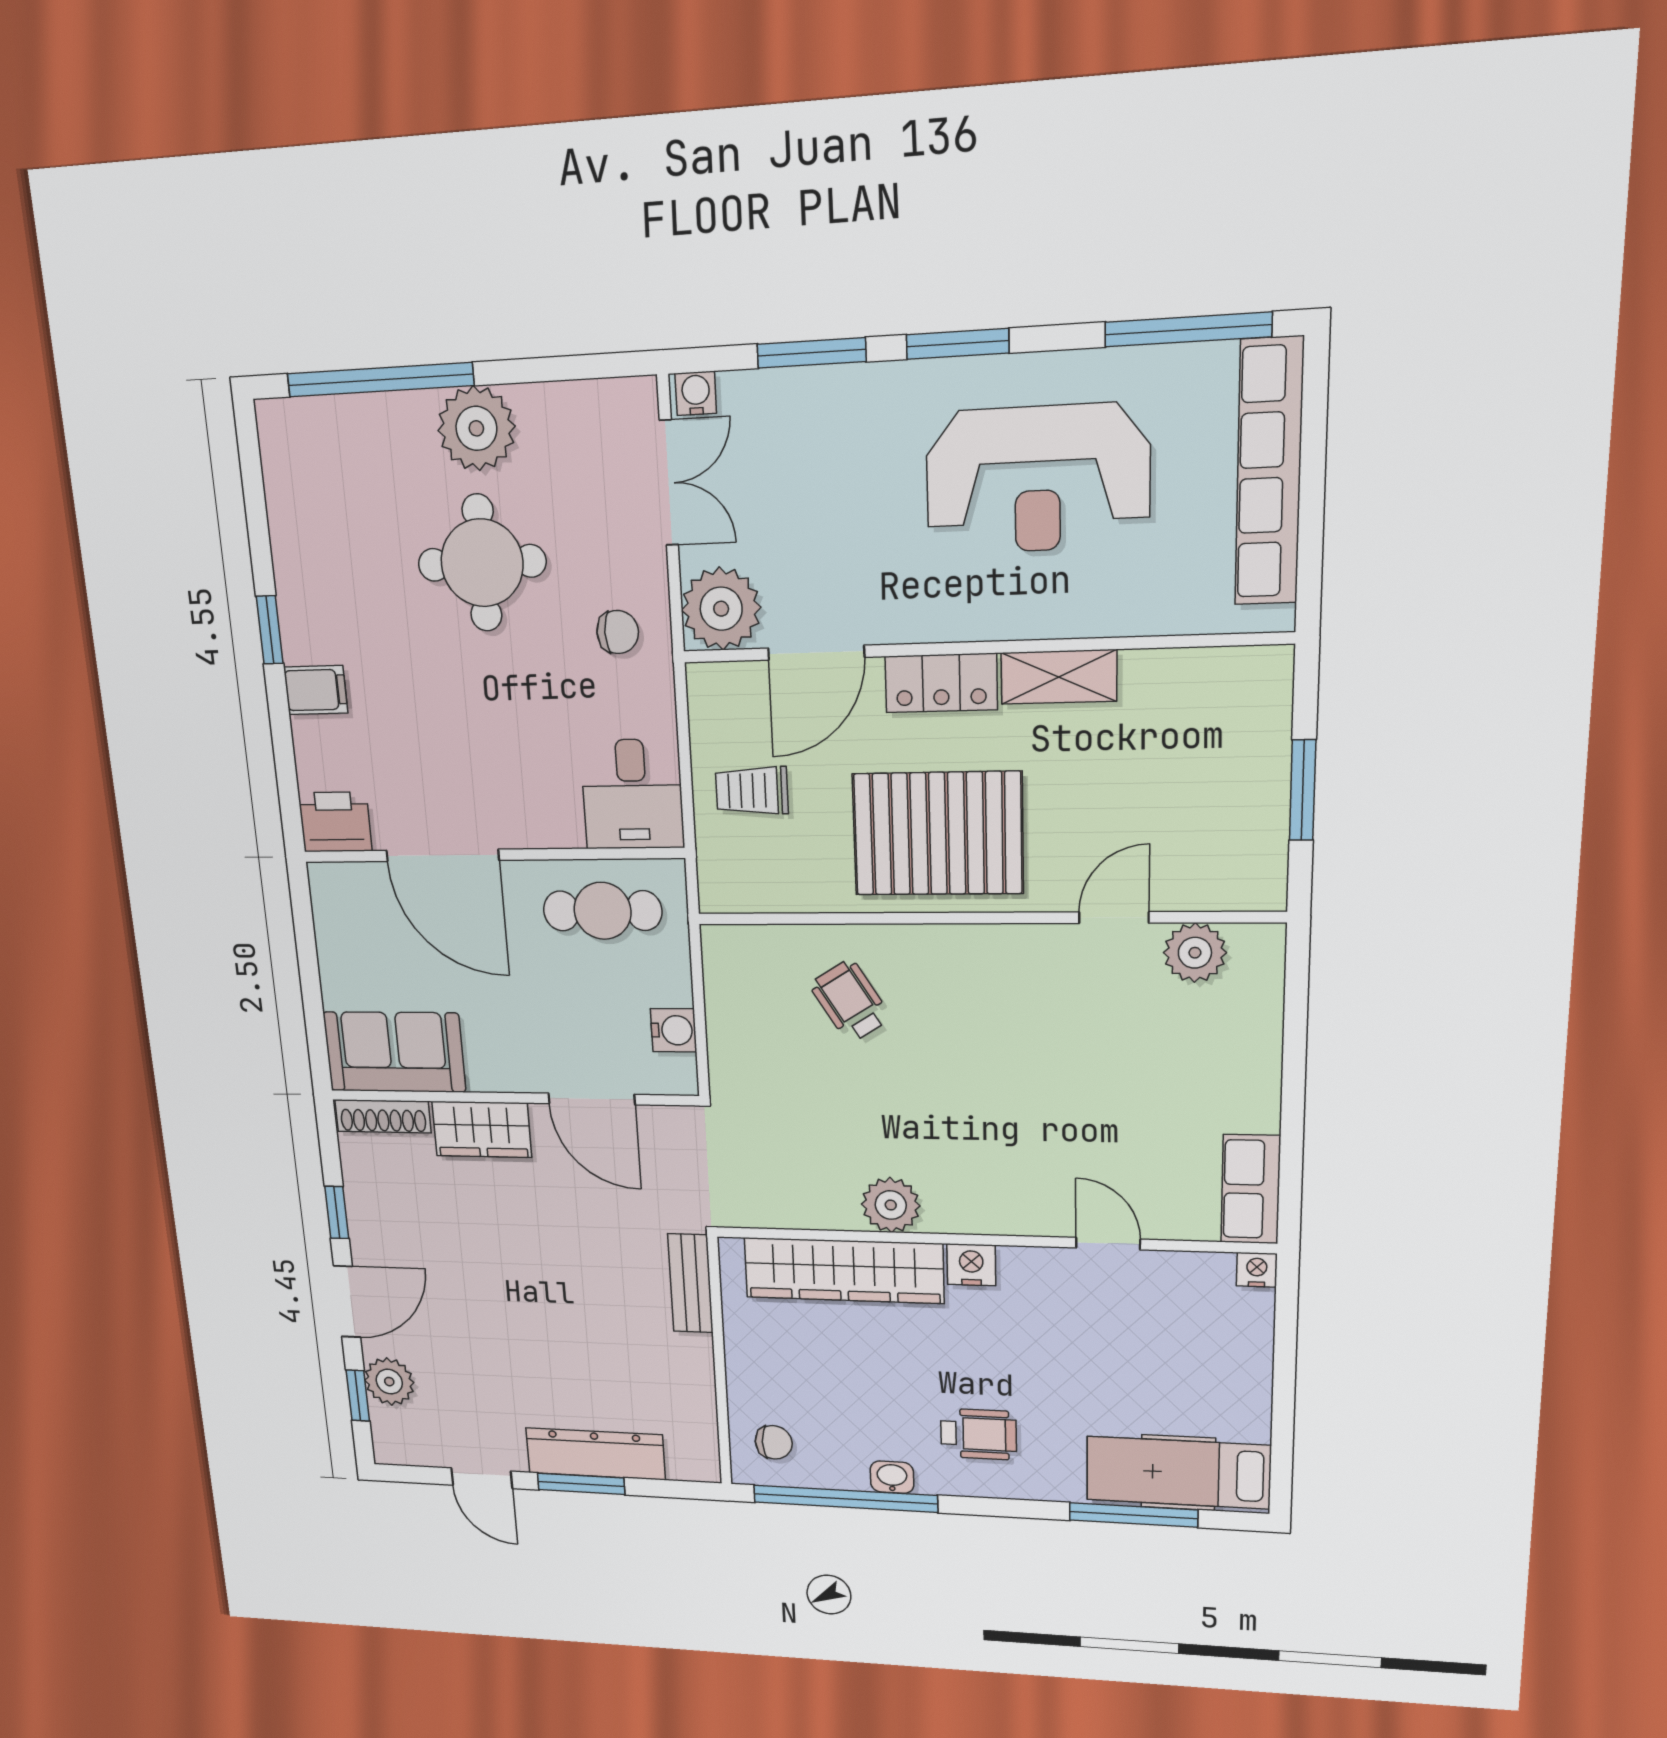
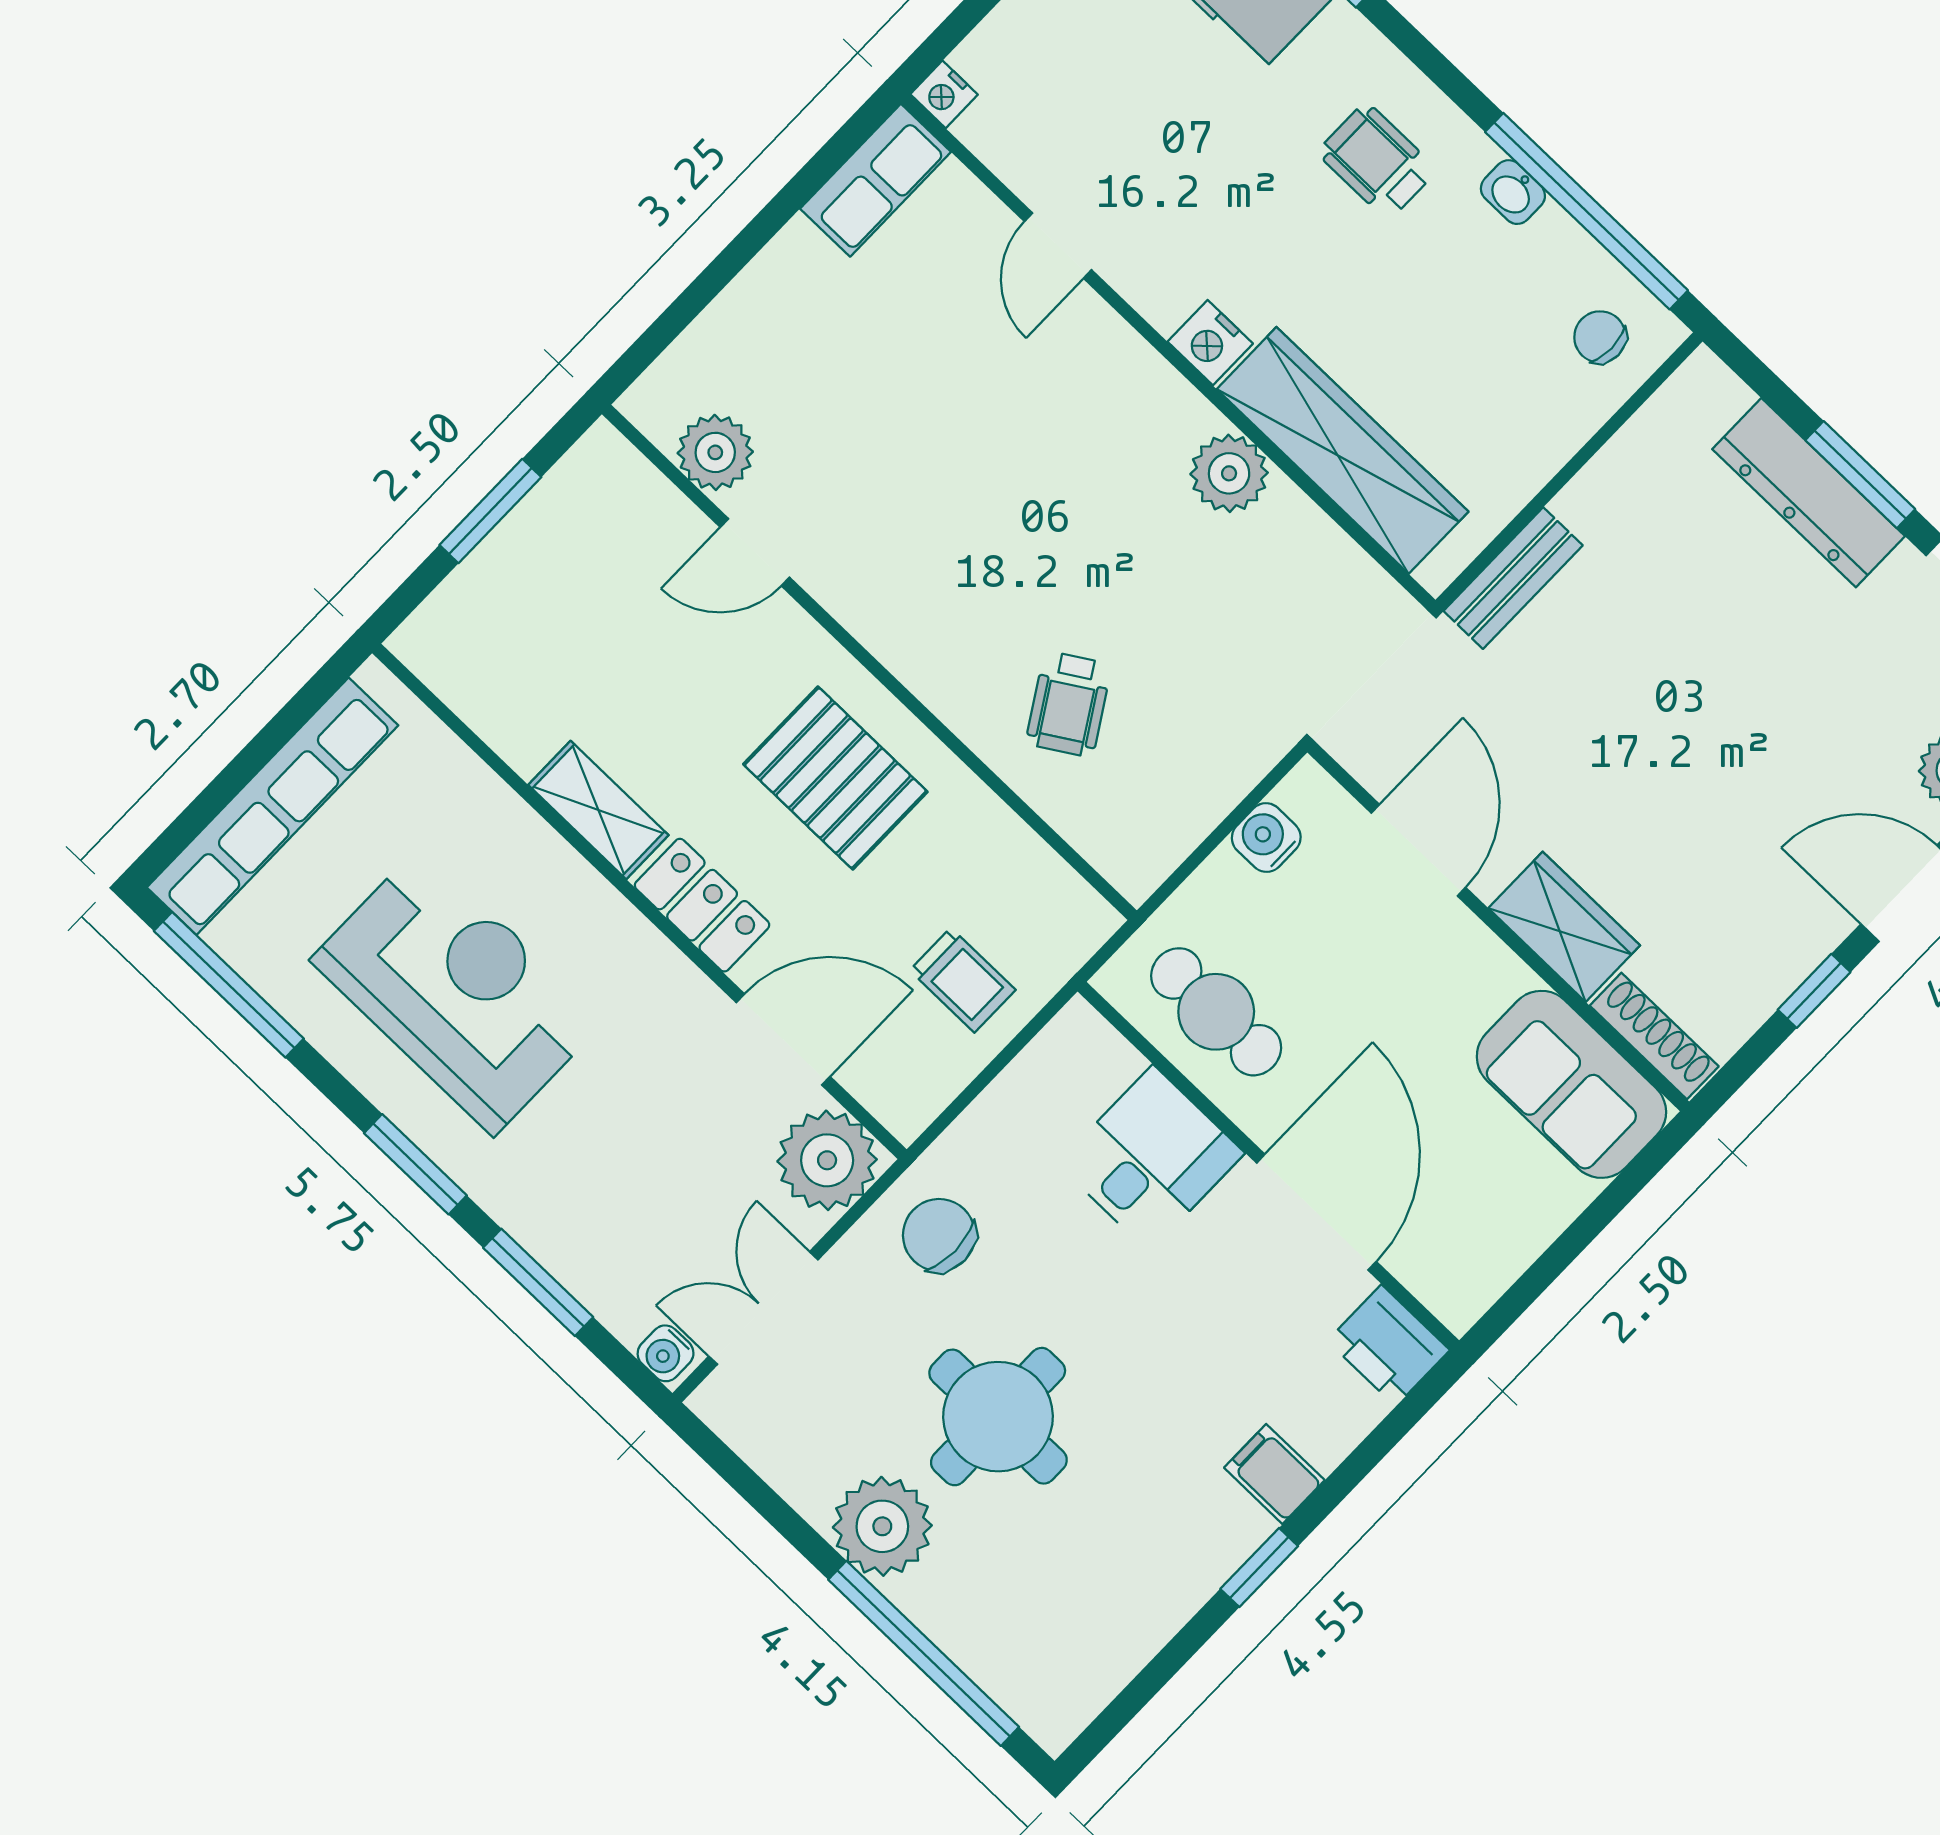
chair: (618, 632) -> (939, 1235), width x1.37, depth x1.37
desk: (632, 794) -> (1151, 1159), moved
pallet: (938, 834) -> (835, 778), width x0.73, depth x0.71

